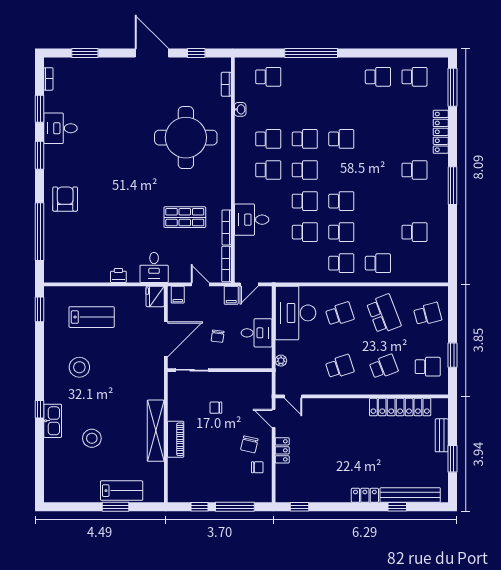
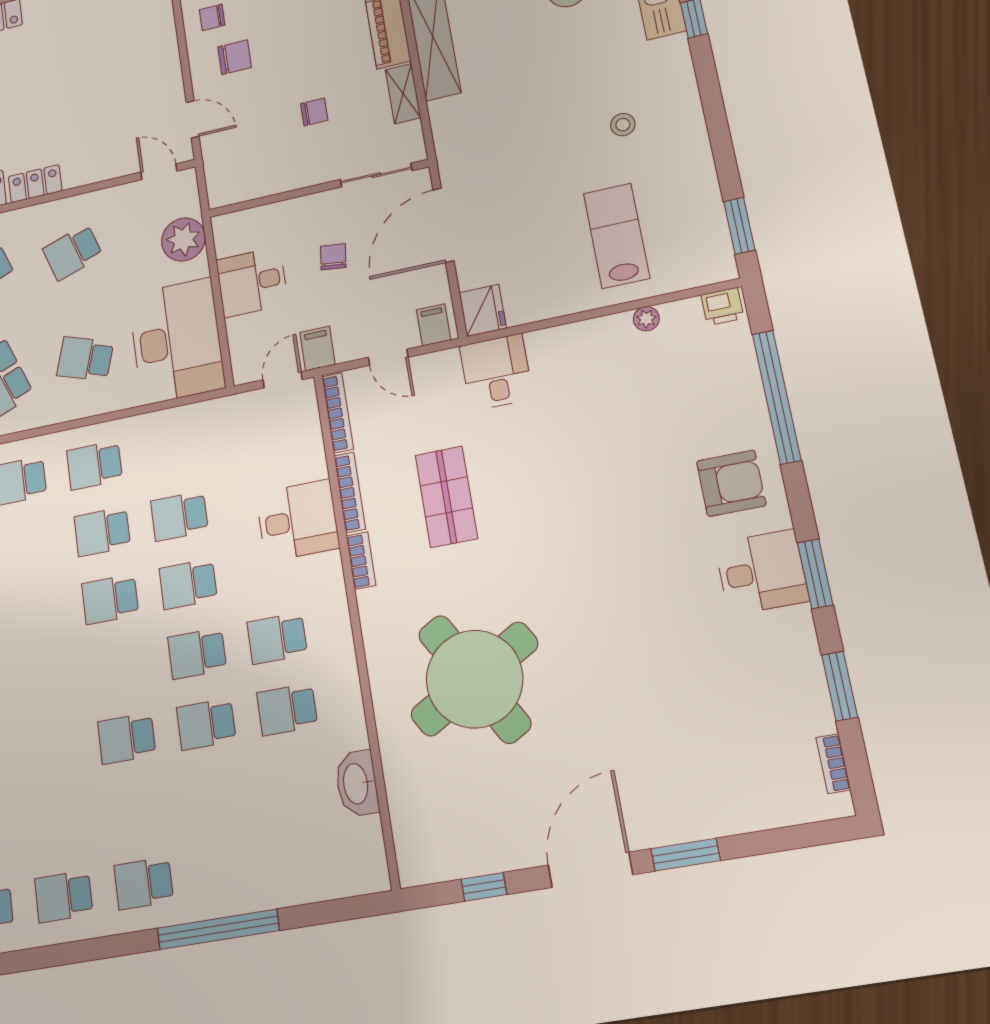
window: (85, 53) -> (686, 855), moved
door: (152, 53) -> (590, 870), swing flipped
school desk: (268, 77) -> (144, 883), moved
bookcase: (226, 84) -> (361, 561), moved
washbasin: (240, 109) -> (357, 784), width x1.91, depth x1.45
desk: (60, 128) -> (762, 572), moved
round table: (186, 138) -> (474, 679), turned -30
armchair: (65, 199) -> (731, 483), turned -90
shop shelf: (185, 217) -> (446, 497), turned 90
printer: (118, 275) -> (722, 306), moved
plant: (86, 277) -> (646, 319), added
school desk: (340, 314) -> (85, 359), turned 36
lab bench: (92, 317) -> (617, 236), turned 90
plant: (281, 361) -> (183, 239), width x1.88, depth x1.88
stool: (79, 367) -> (623, 125), width x0.53, depth x0.53
shelving: (174, 406) -> (403, 94), added
chair: (249, 444) -> (235, 57), turned 77
locker: (282, 450) -> (35, 184), moved, turned 90

